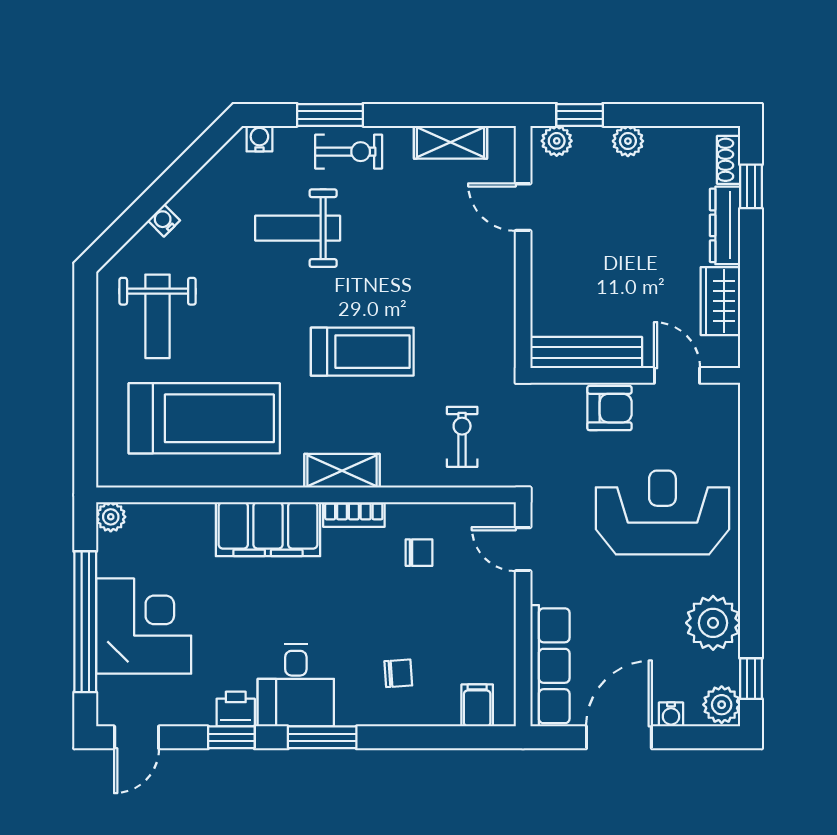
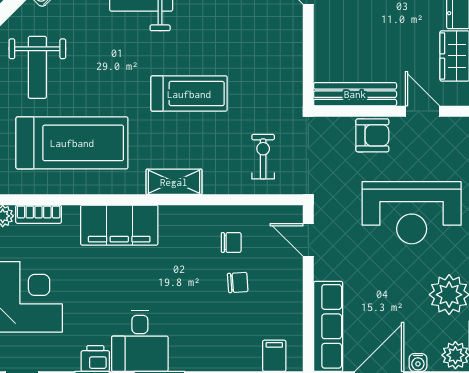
reception desk: (662, 513) -> (412, 213), turned 180
bookcase: (354, 514) -> (39, 214), moved
chair: (398, 673) -> (238, 282), moved

